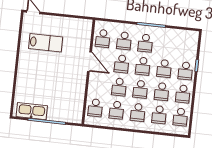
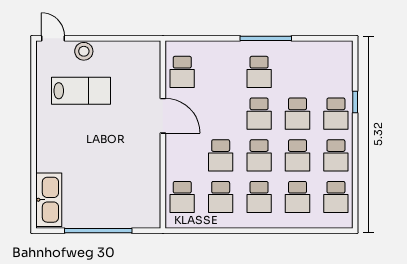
stool: (50, 21) -> (84, 51), added
school desk: (124, 41) -> (221, 72), removed
school desk: (122, 64) -> (221, 114), removed
kitchen sink: (32, 111) -> (49, 200), moved, turned 90

